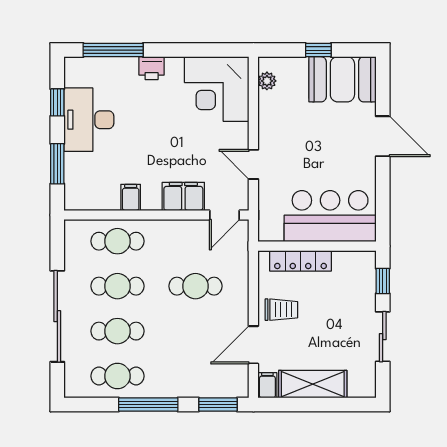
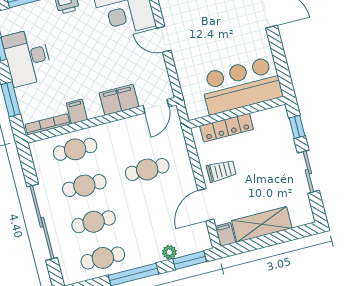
door: (253, 164) -> (164, 39), moved
bookcase: (93, 204) -> (48, 124), added
plant: (197, 389) -> (169, 252), added

